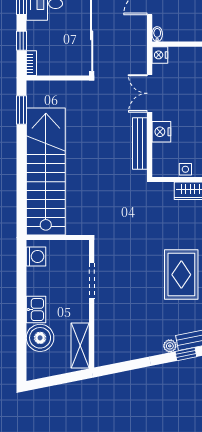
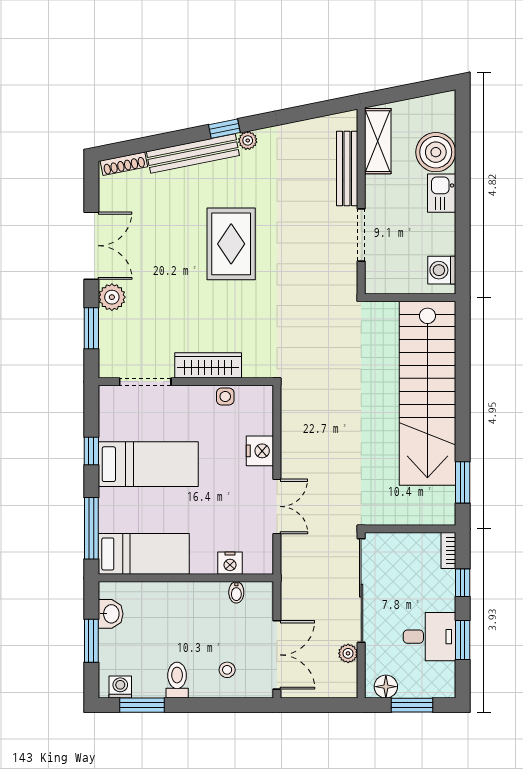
bidet: (157, 34) -> (236, 592), moved
nightstand: (160, 55) -> (230, 563), moved, turned 90
bench: (140, 144) -> (347, 169), moved

